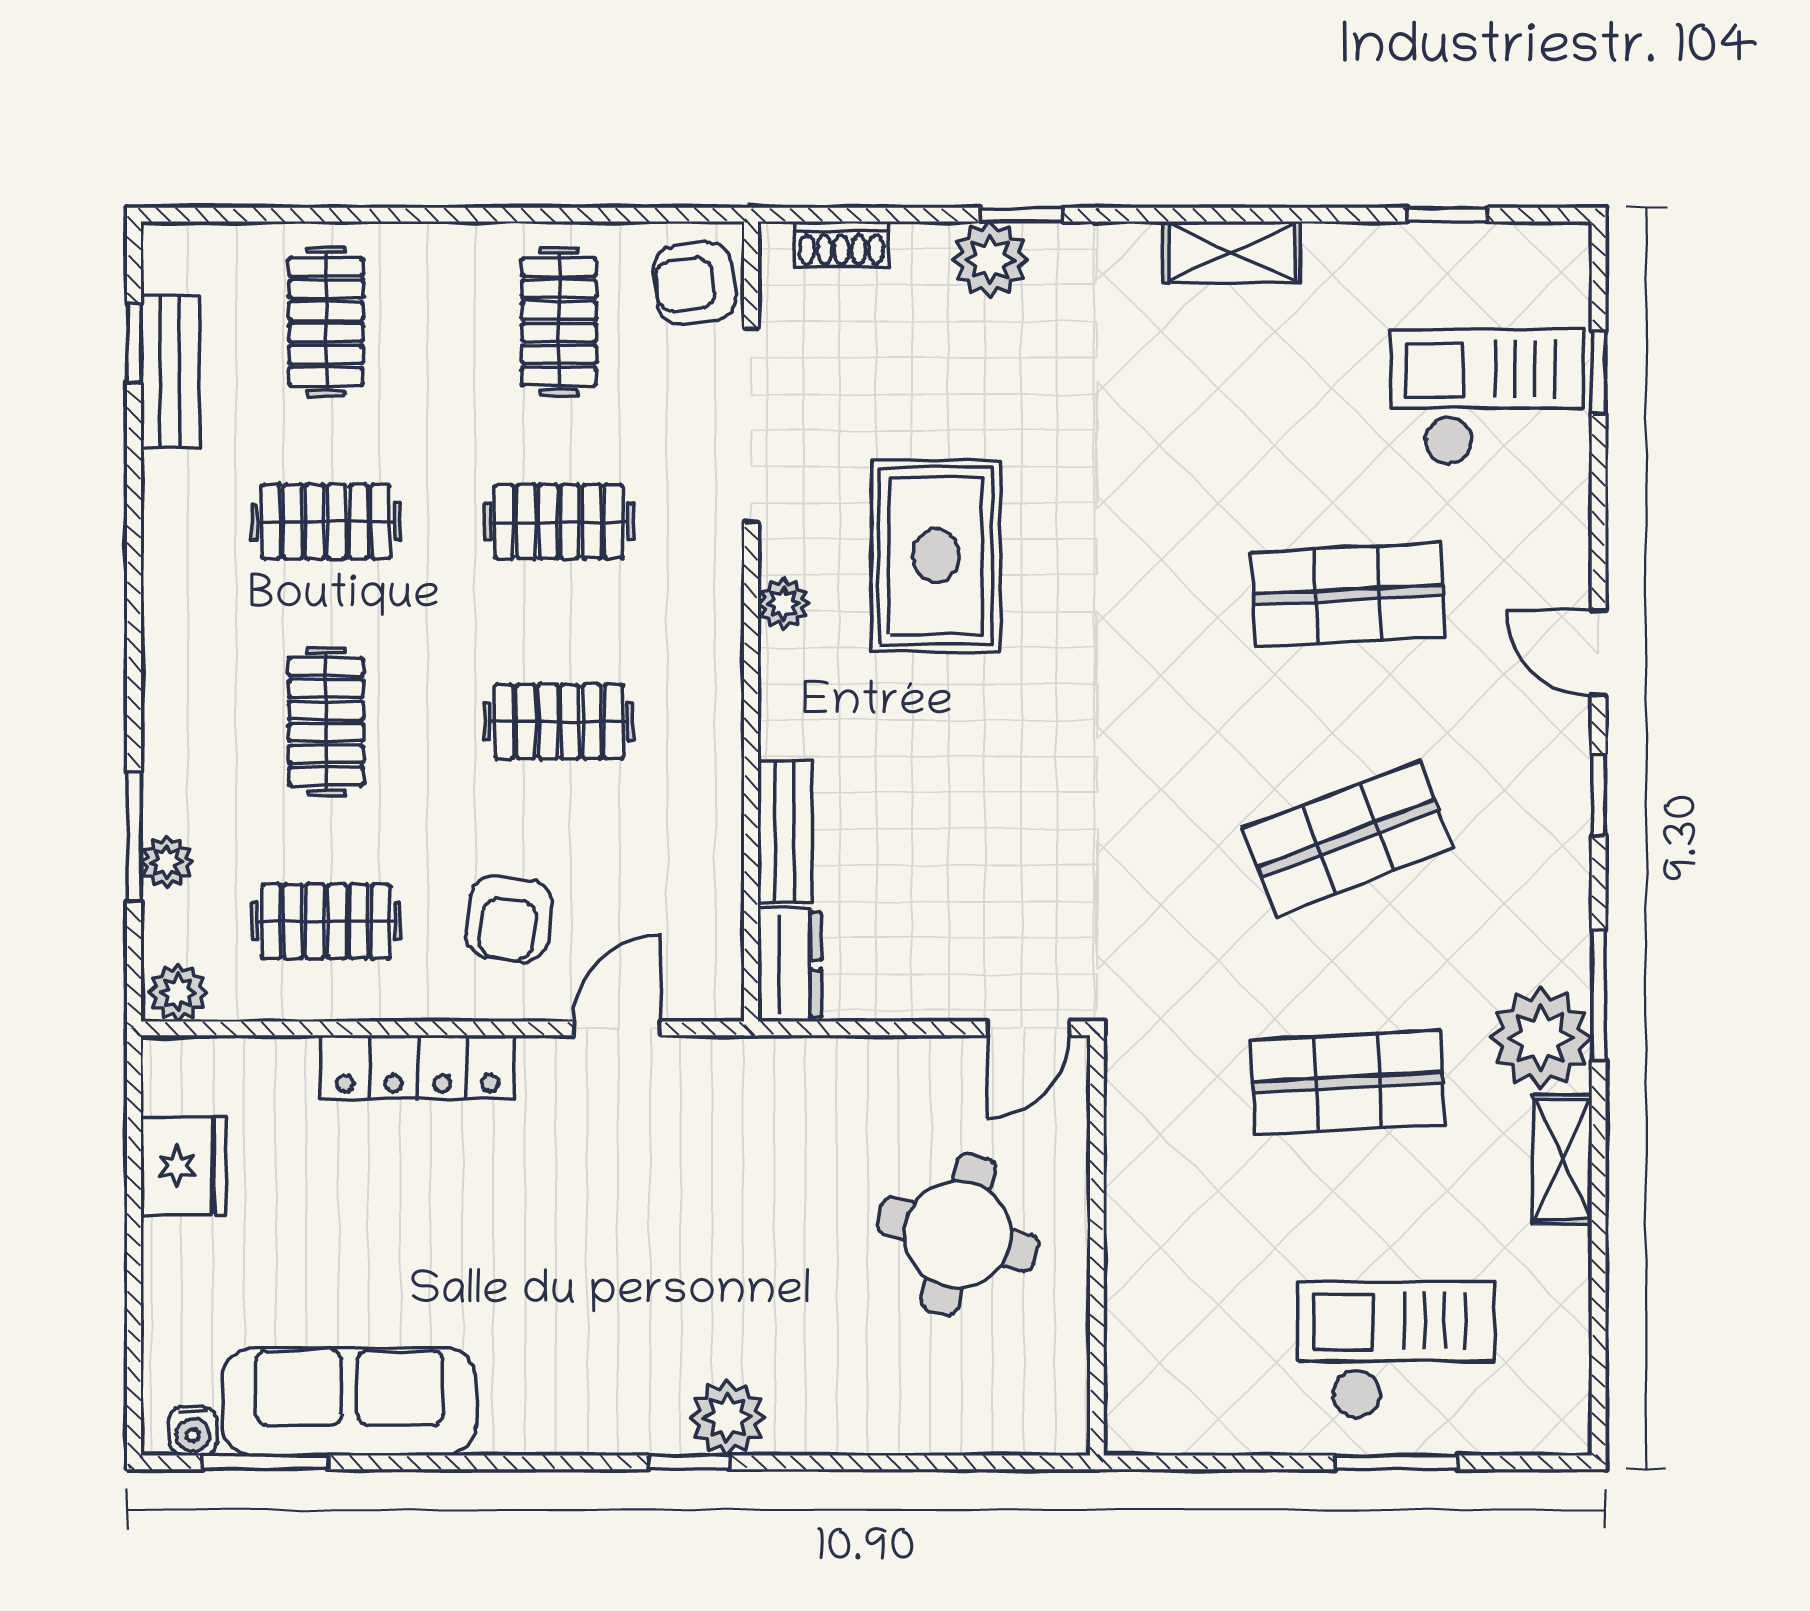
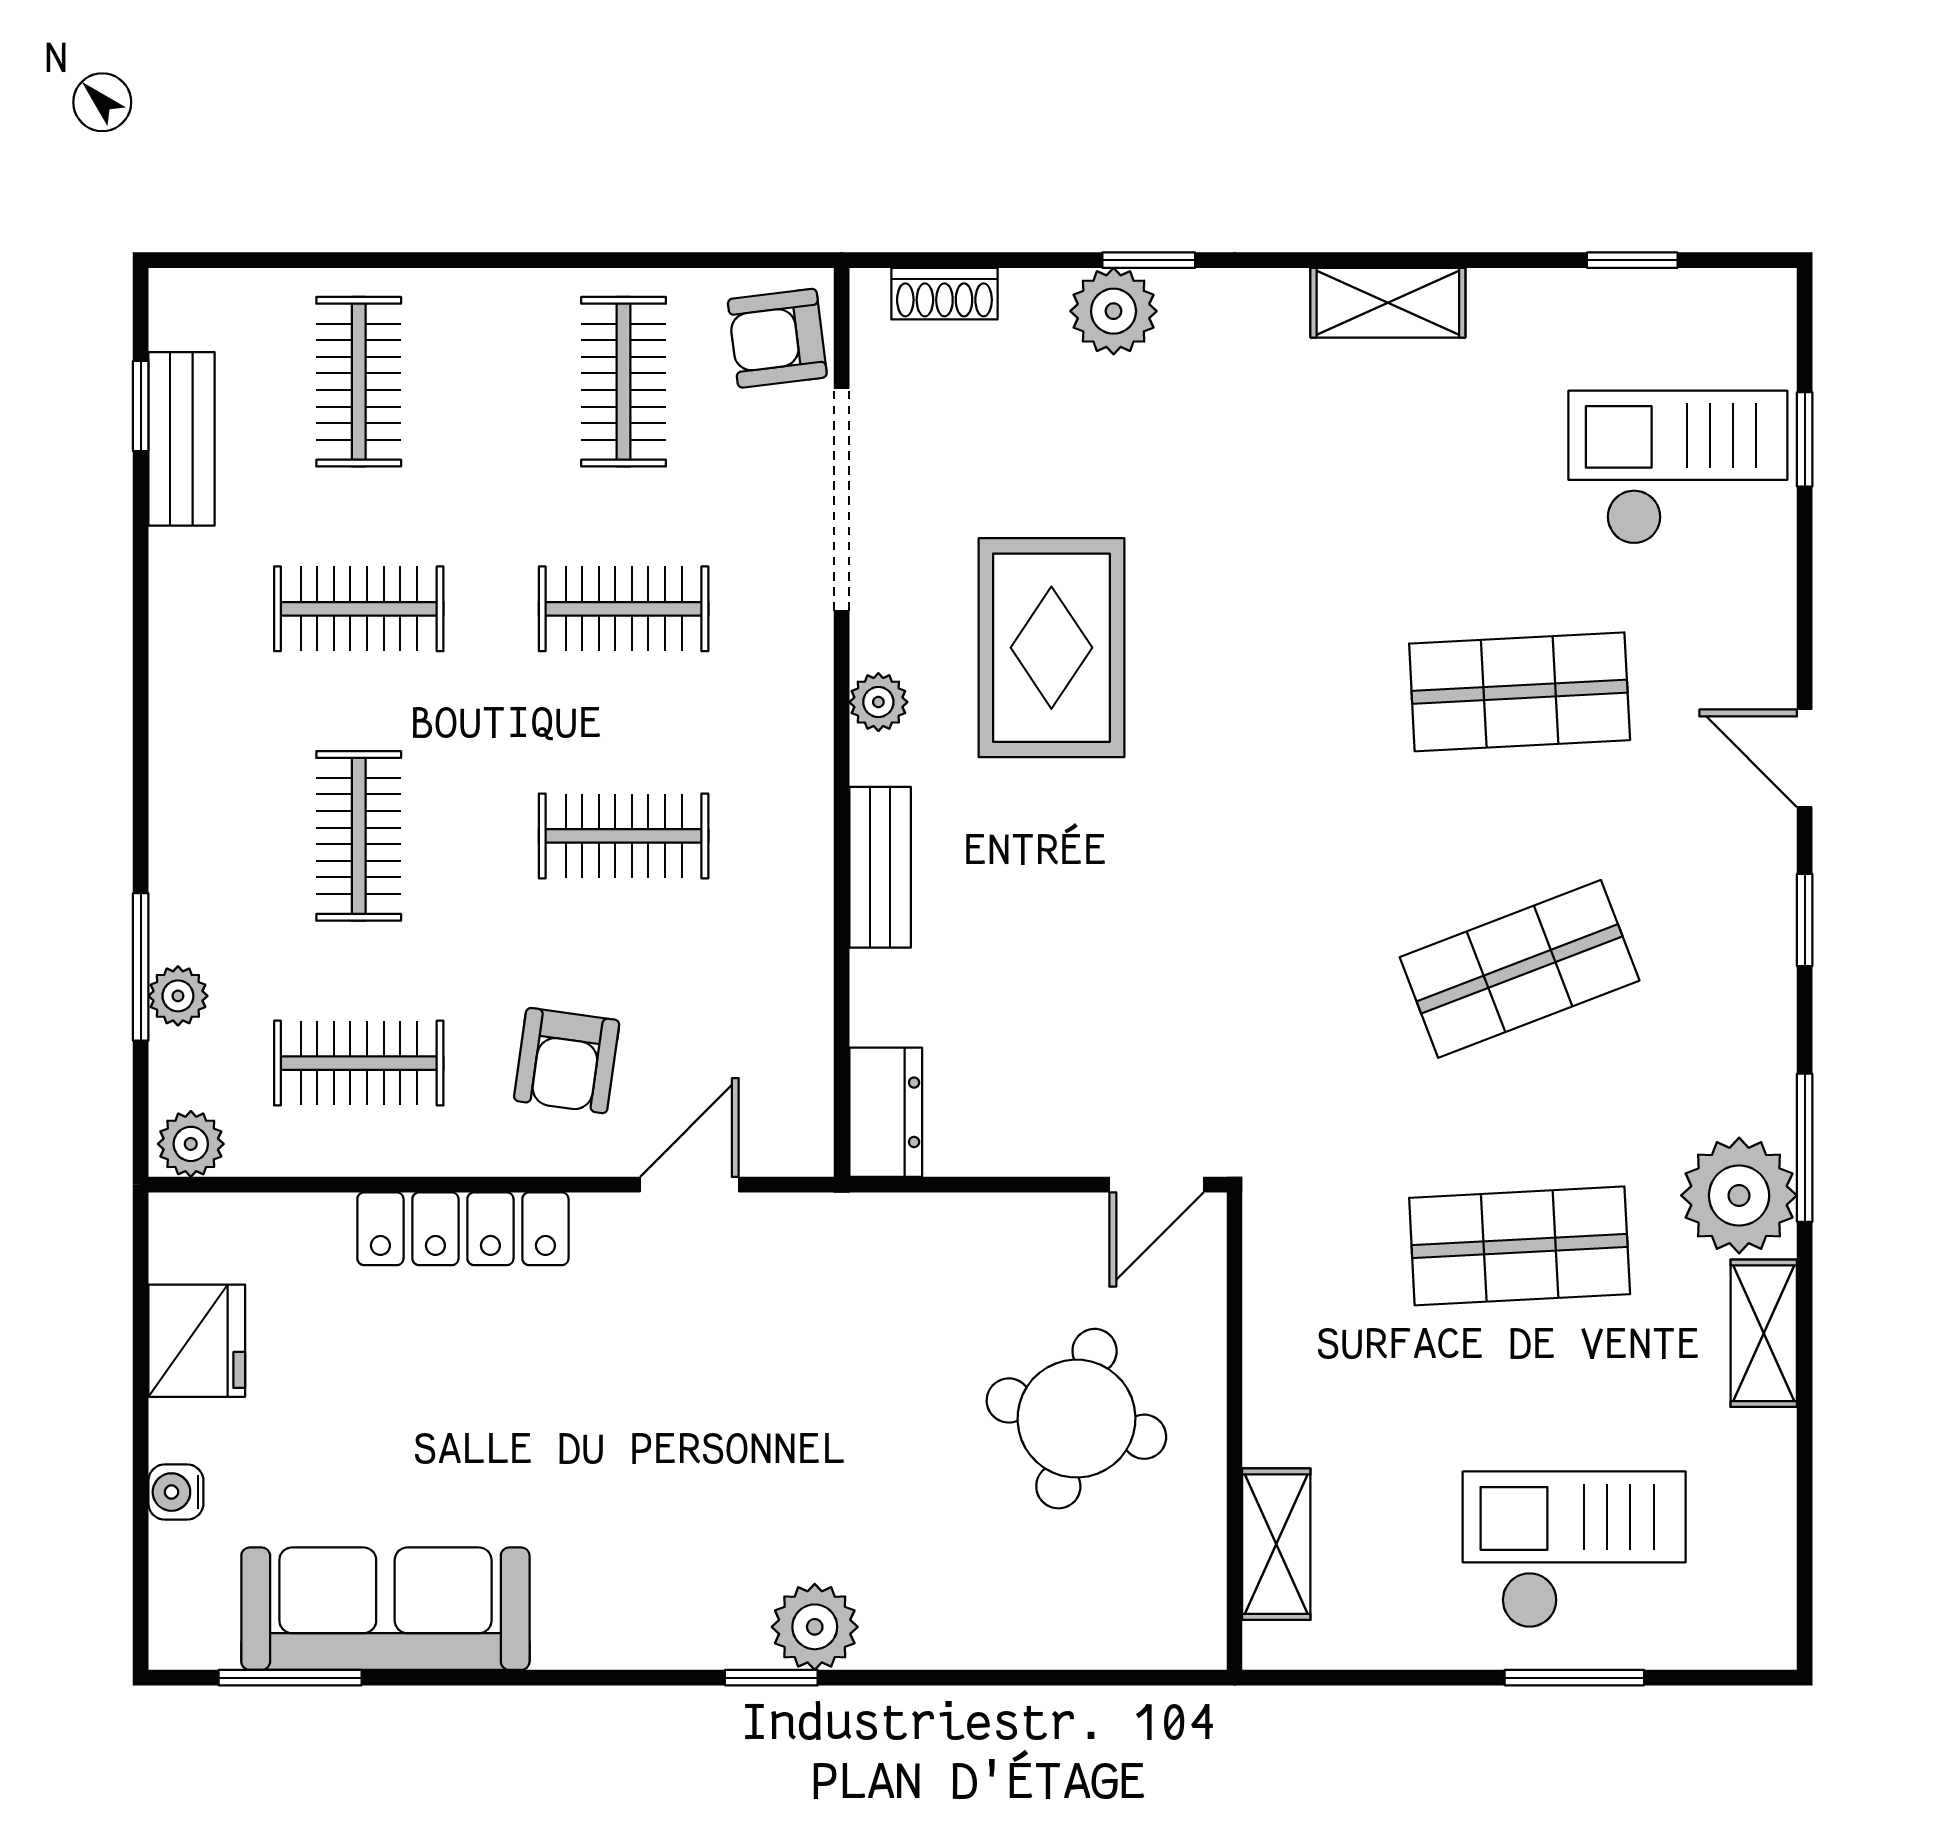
bench: (785, 832) -> (880, 867), moved
shelving: (1134, 1345) -> (1276, 1544), added
water cooler: (193, 1431) -> (176, 1492), moved, turned 90

